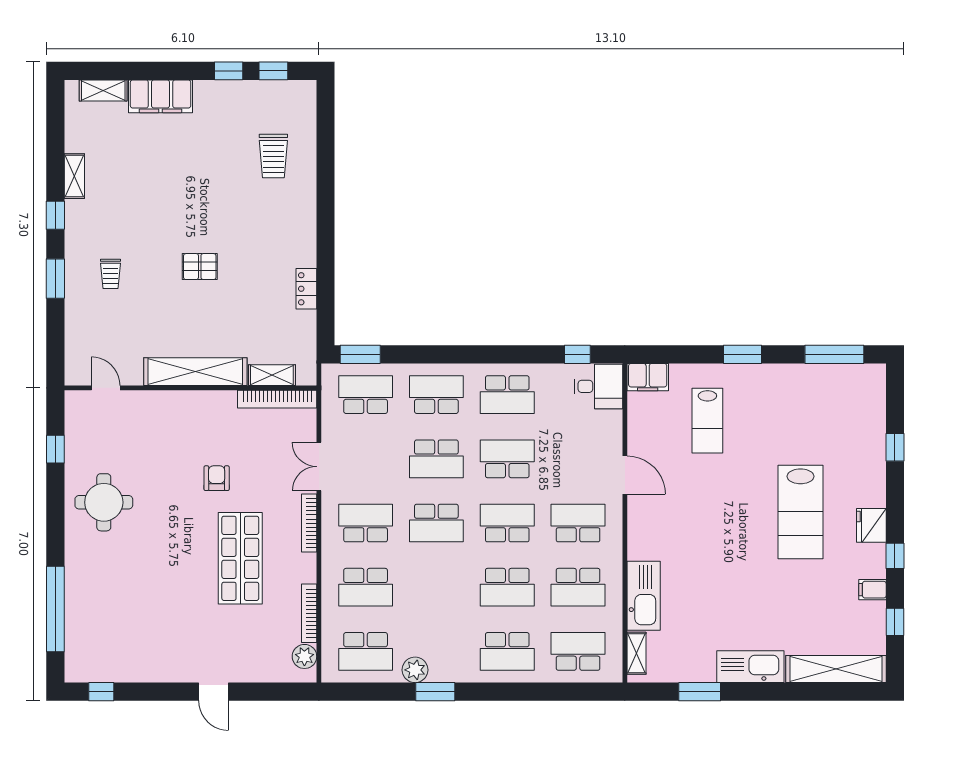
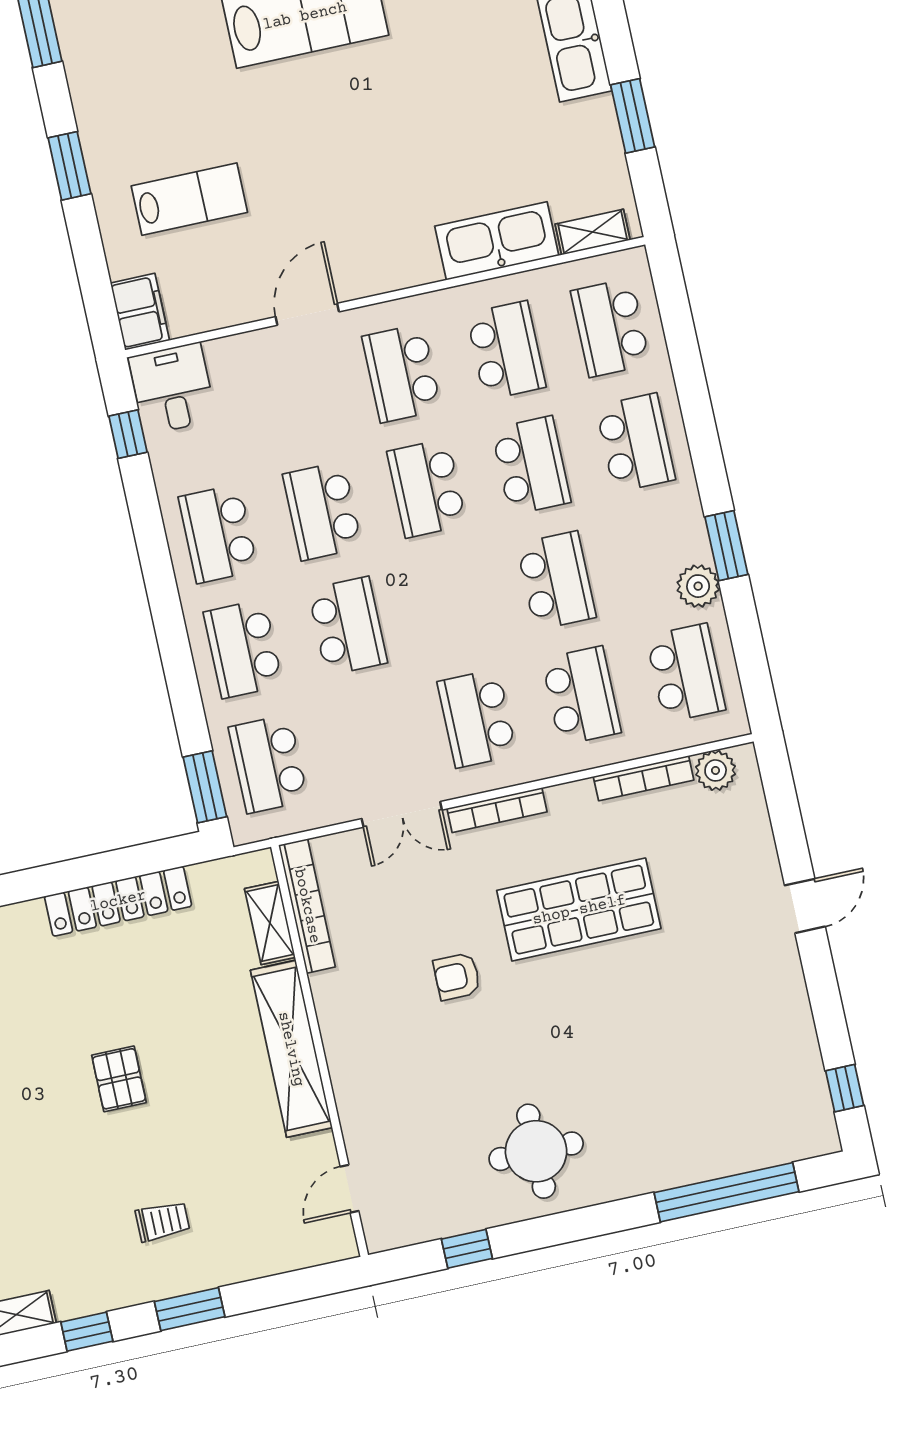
locker: (306, 289) -> (118, 901), width x2.16, depth x1.21
school desk: (507, 395) -> (218, 534), turned 180
school desk: (436, 523) -> (556, 581), moved

